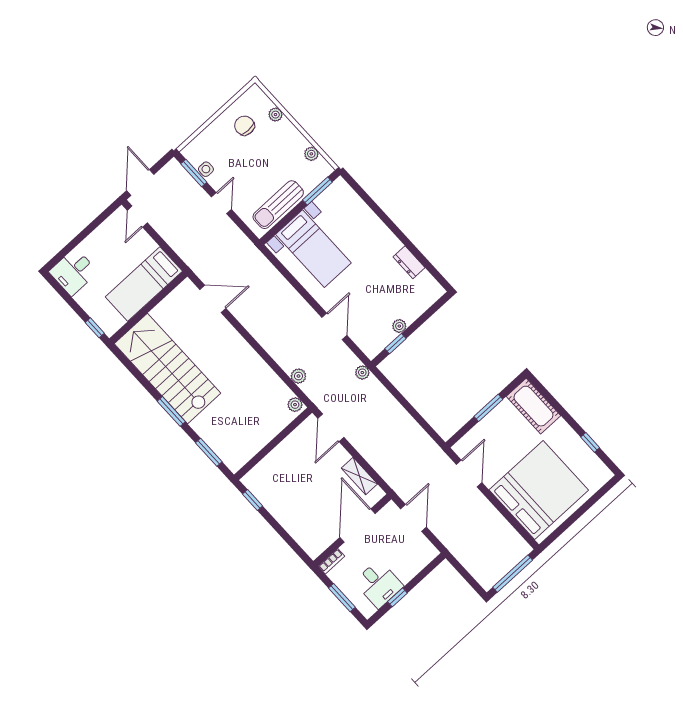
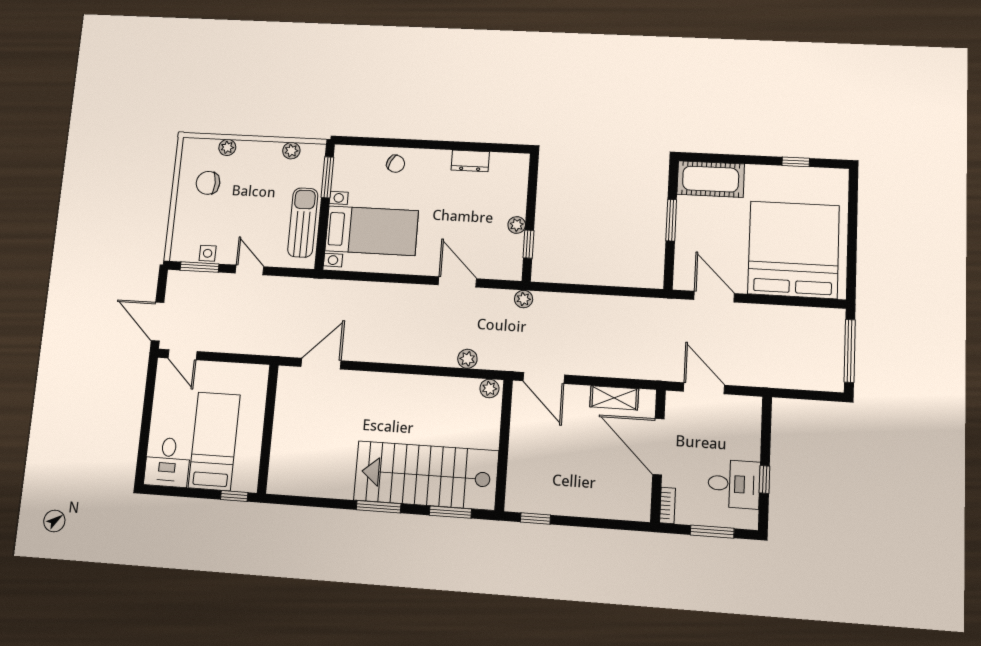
sun lounger: (278, 205) -> (303, 222), turned 180
chair: (365, 222) -> (396, 164), added
bed: (144, 284) -> (214, 441), moved, turned 180
stairs: (167, 368) -> (426, 475), moved

